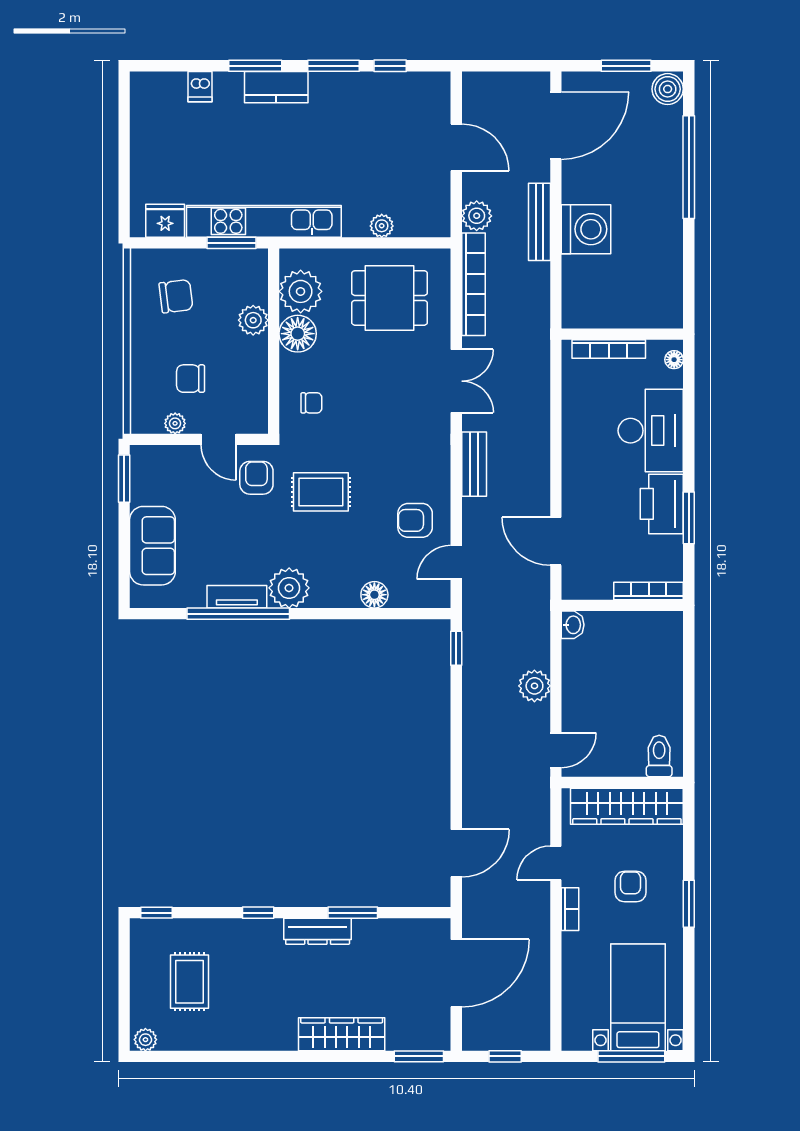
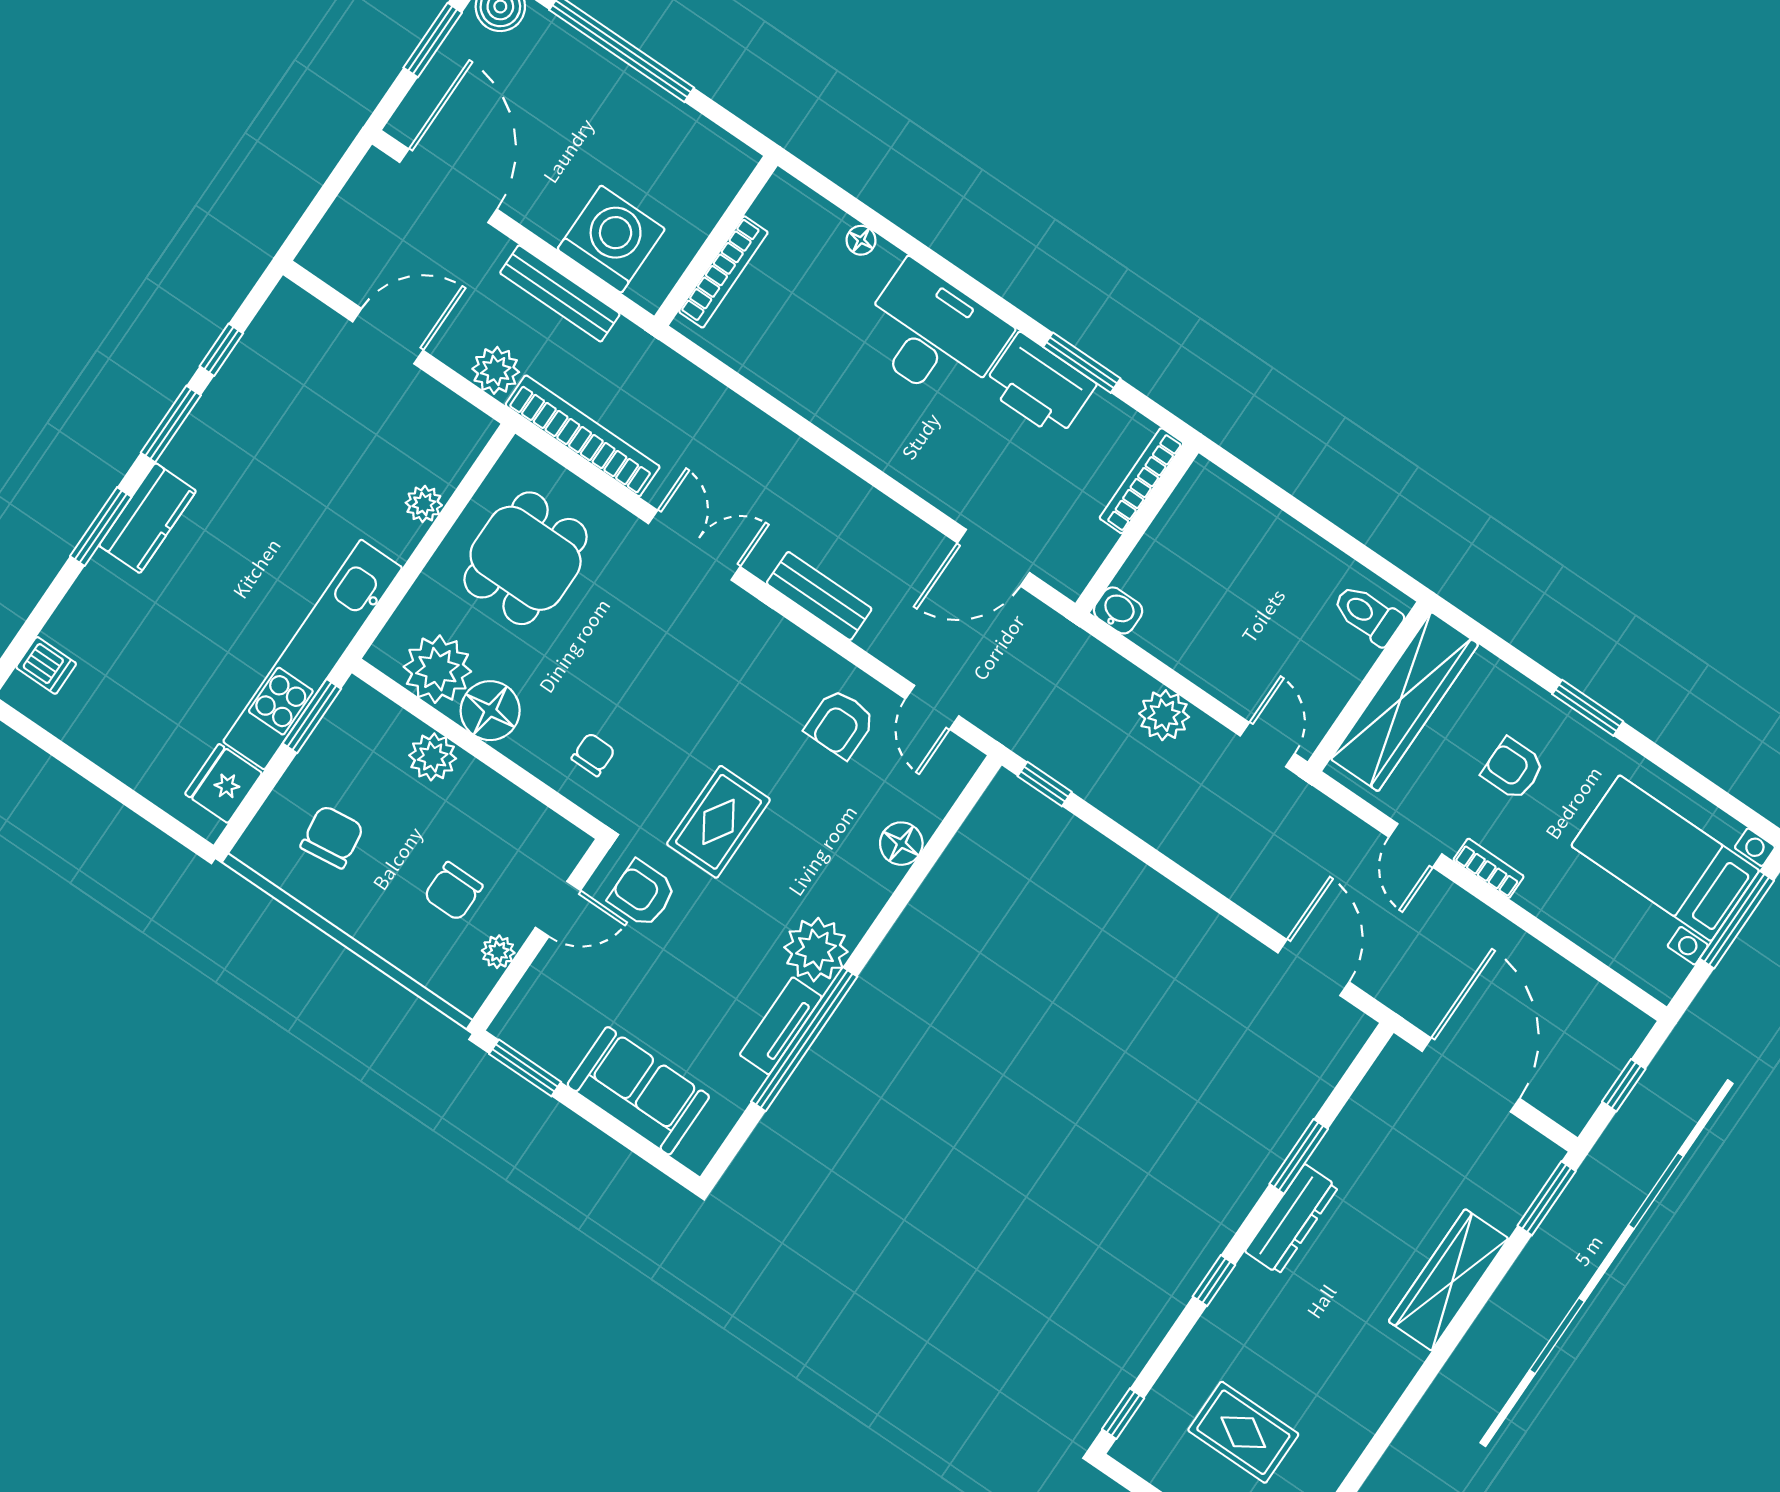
dishwasher: (200, 87) -> (46, 665), moved
wall: (622, 334) -> (716, 241), moved
bookcase: (609, 349) -> (723, 272), moved

